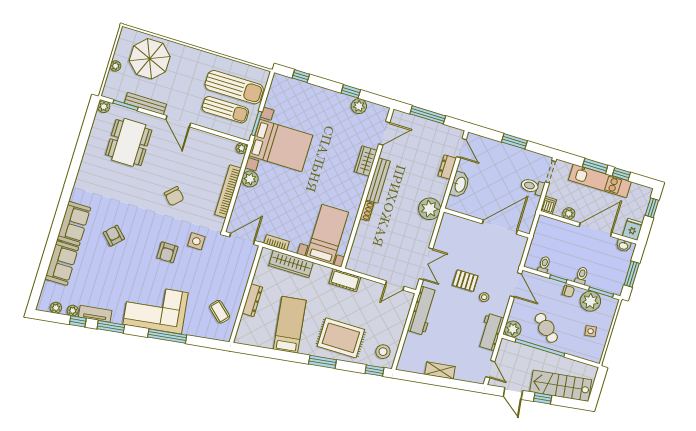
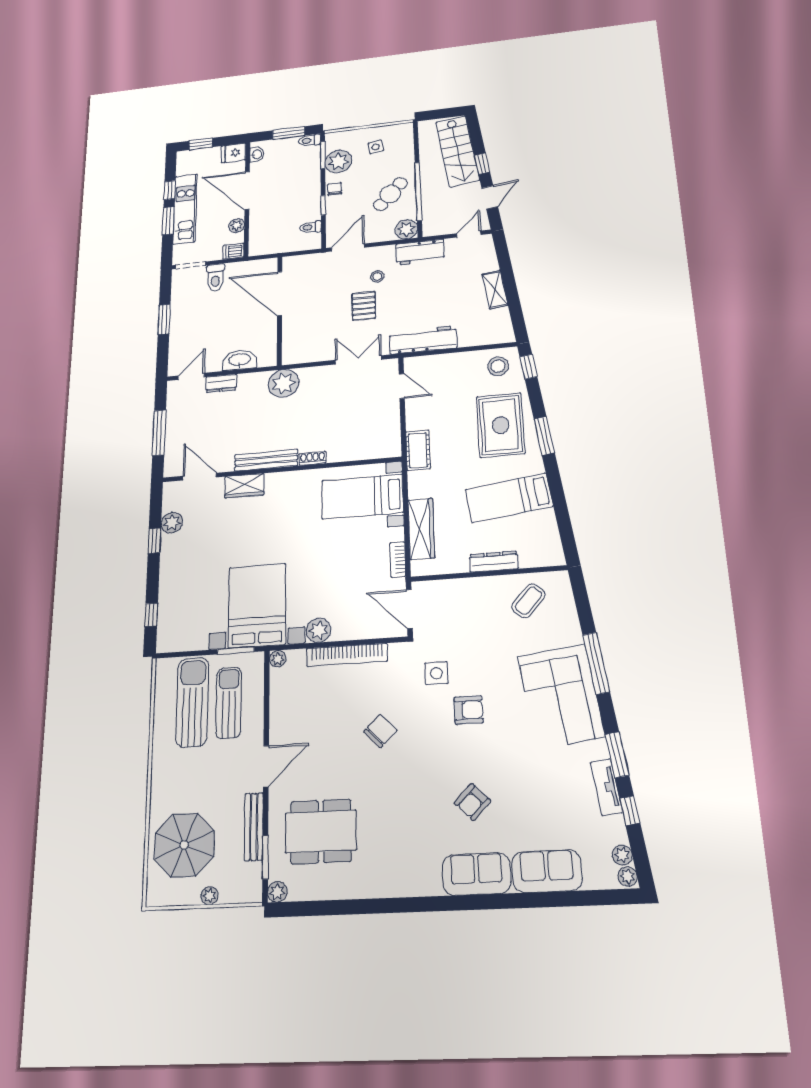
toilet: (582, 276) -> (310, 141), moved
plant: (73, 311) -> (627, 876), moved

